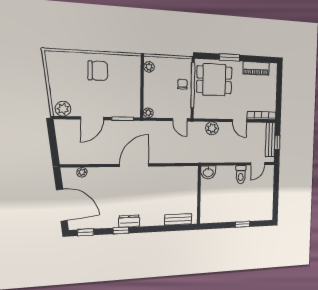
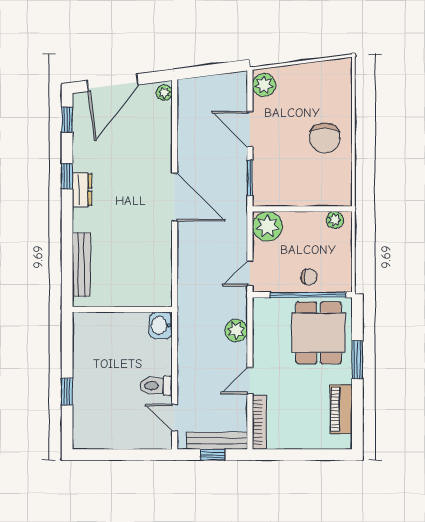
plant: (148, 113) -> (267, 226), width x1.88, depth x1.88
plant: (82, 172) -> (164, 93), moved
bench: (178, 219) -> (81, 265), width x1.36

